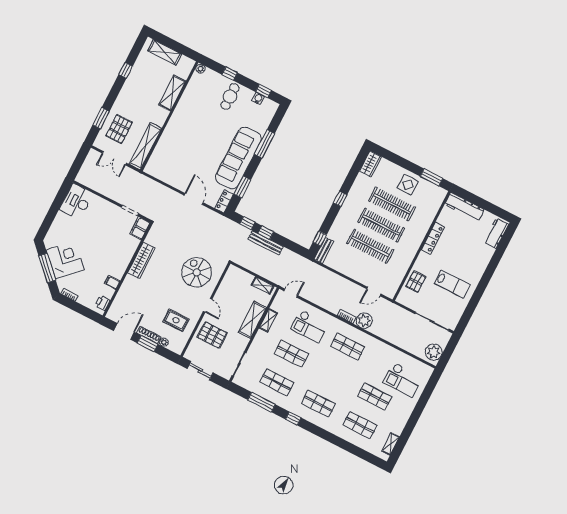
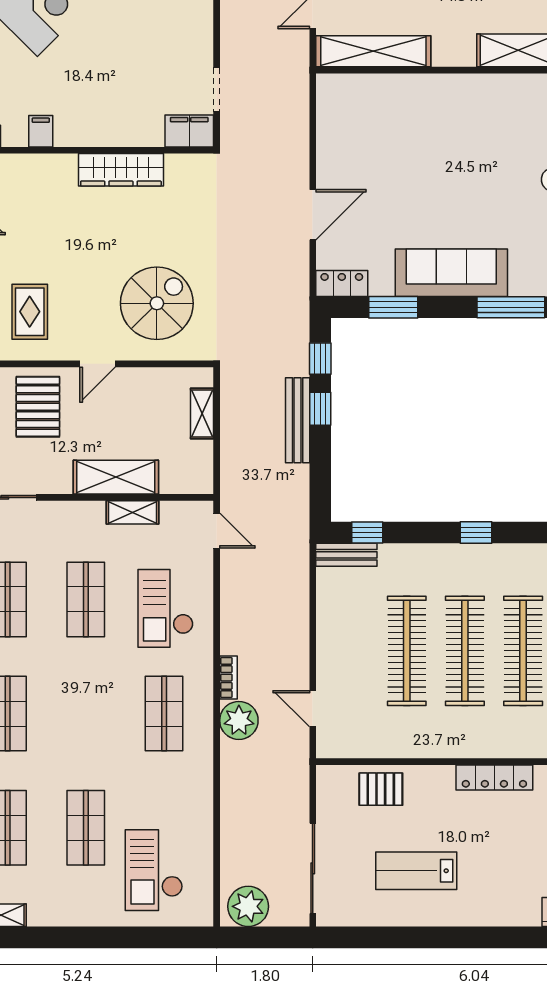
sofa: (238, 158) -> (451, 273), width x0.74, depth x0.79
lab bench: (452, 284) -> (416, 871), turned 90
shelving: (263, 285) -> (202, 413), moved

